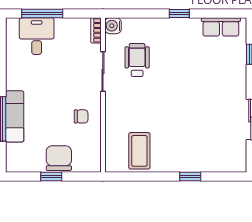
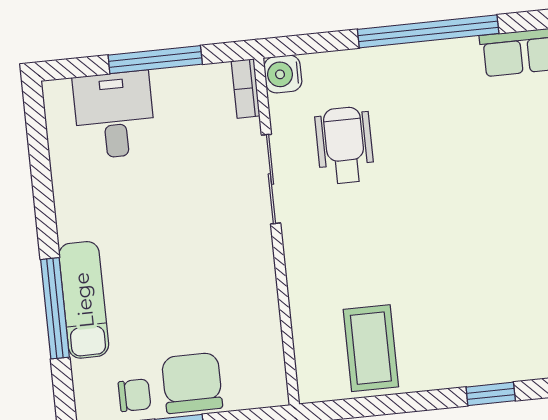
window: (42, 13) -> (155, 60), moved
window: (179, 13) -> (428, 31), width x3.17
chair: (81, 116) -> (135, 395), moved

